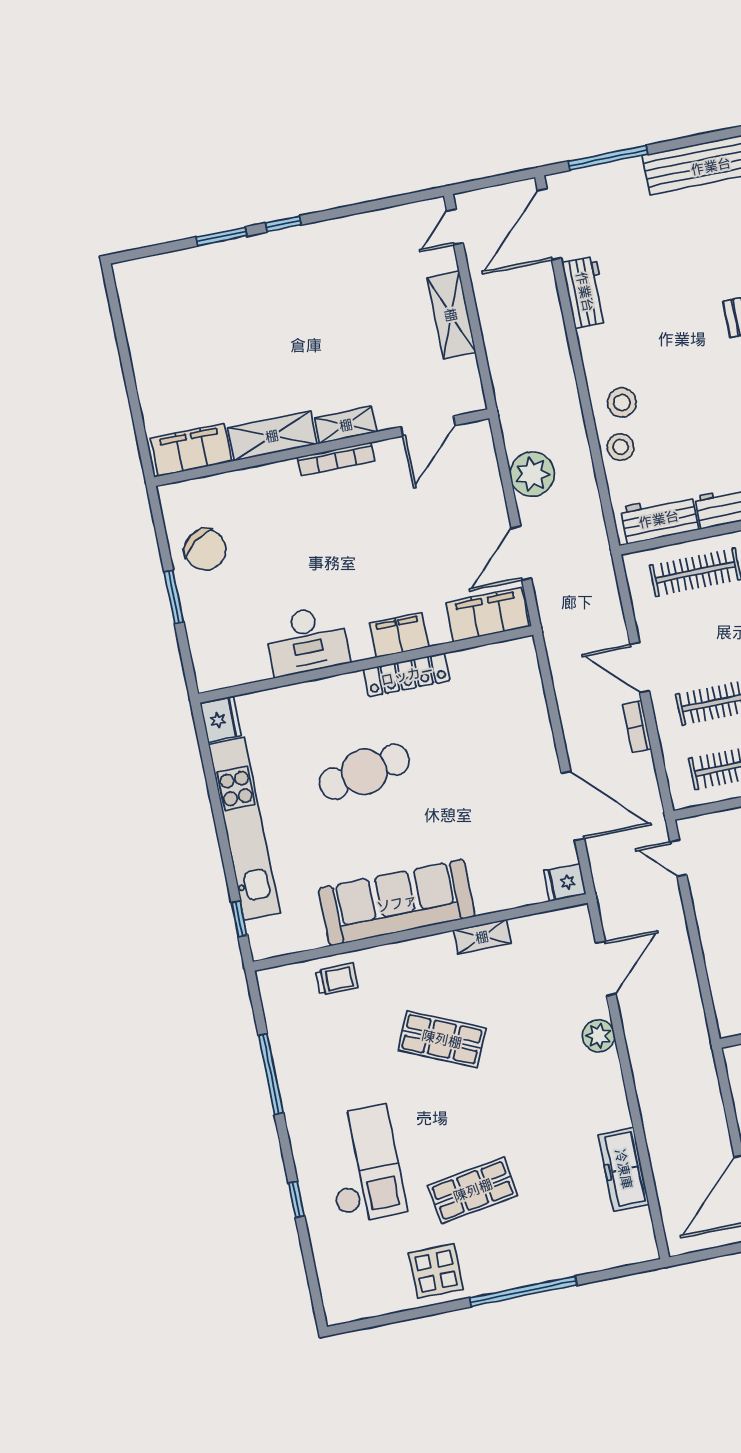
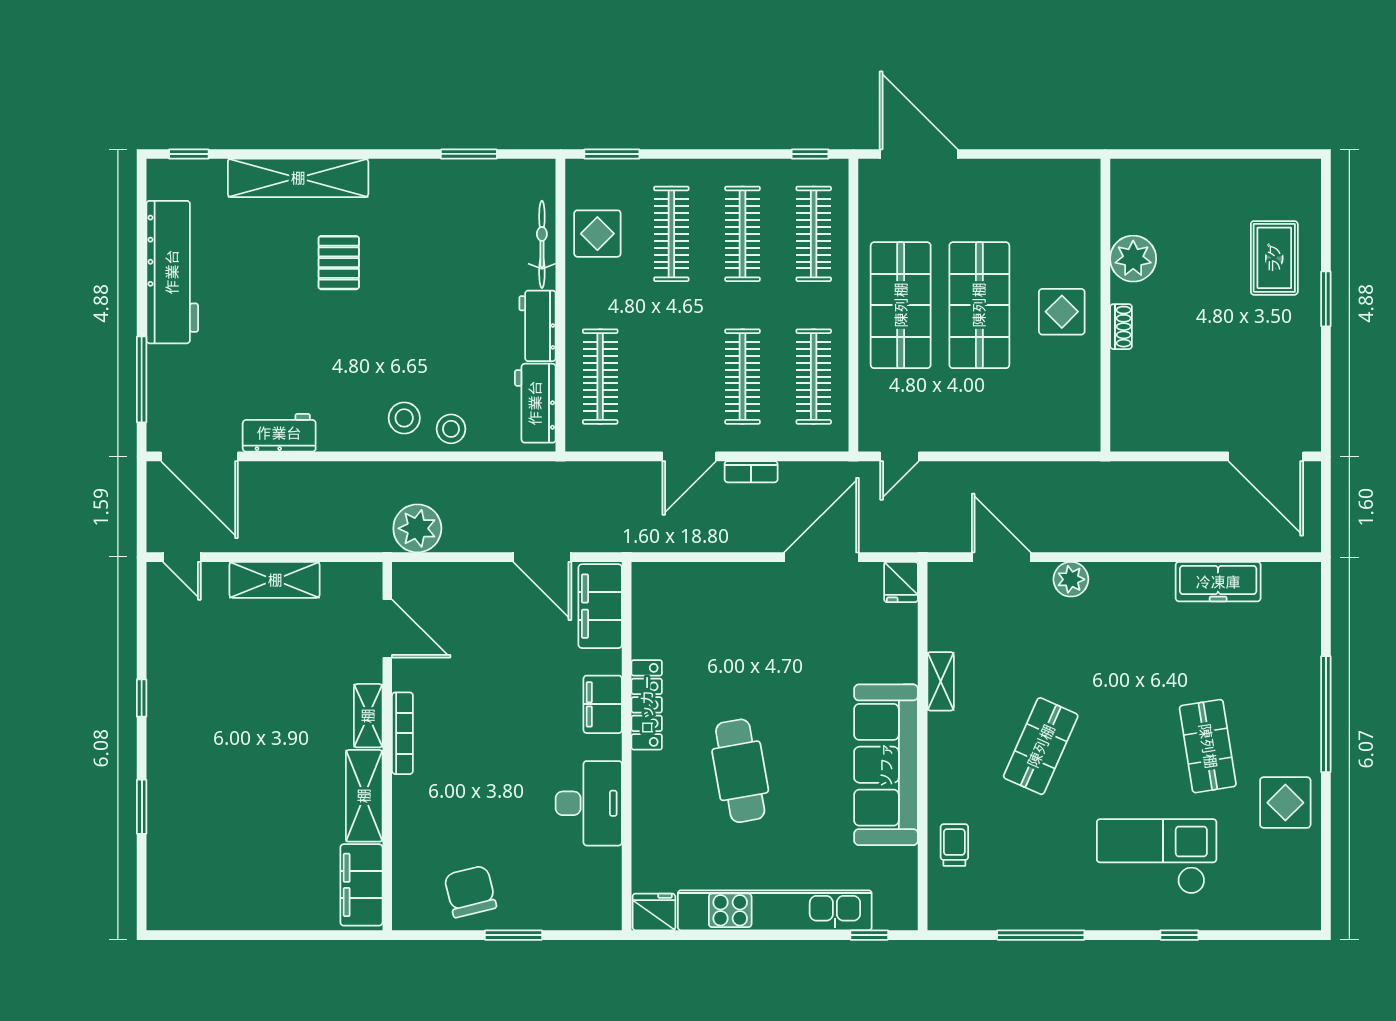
window: (283, 224) -> (142, 698), moved
plant: (532, 474) -> (417, 528), moved
chair: (205, 550) -> (470, 892), turned -68

